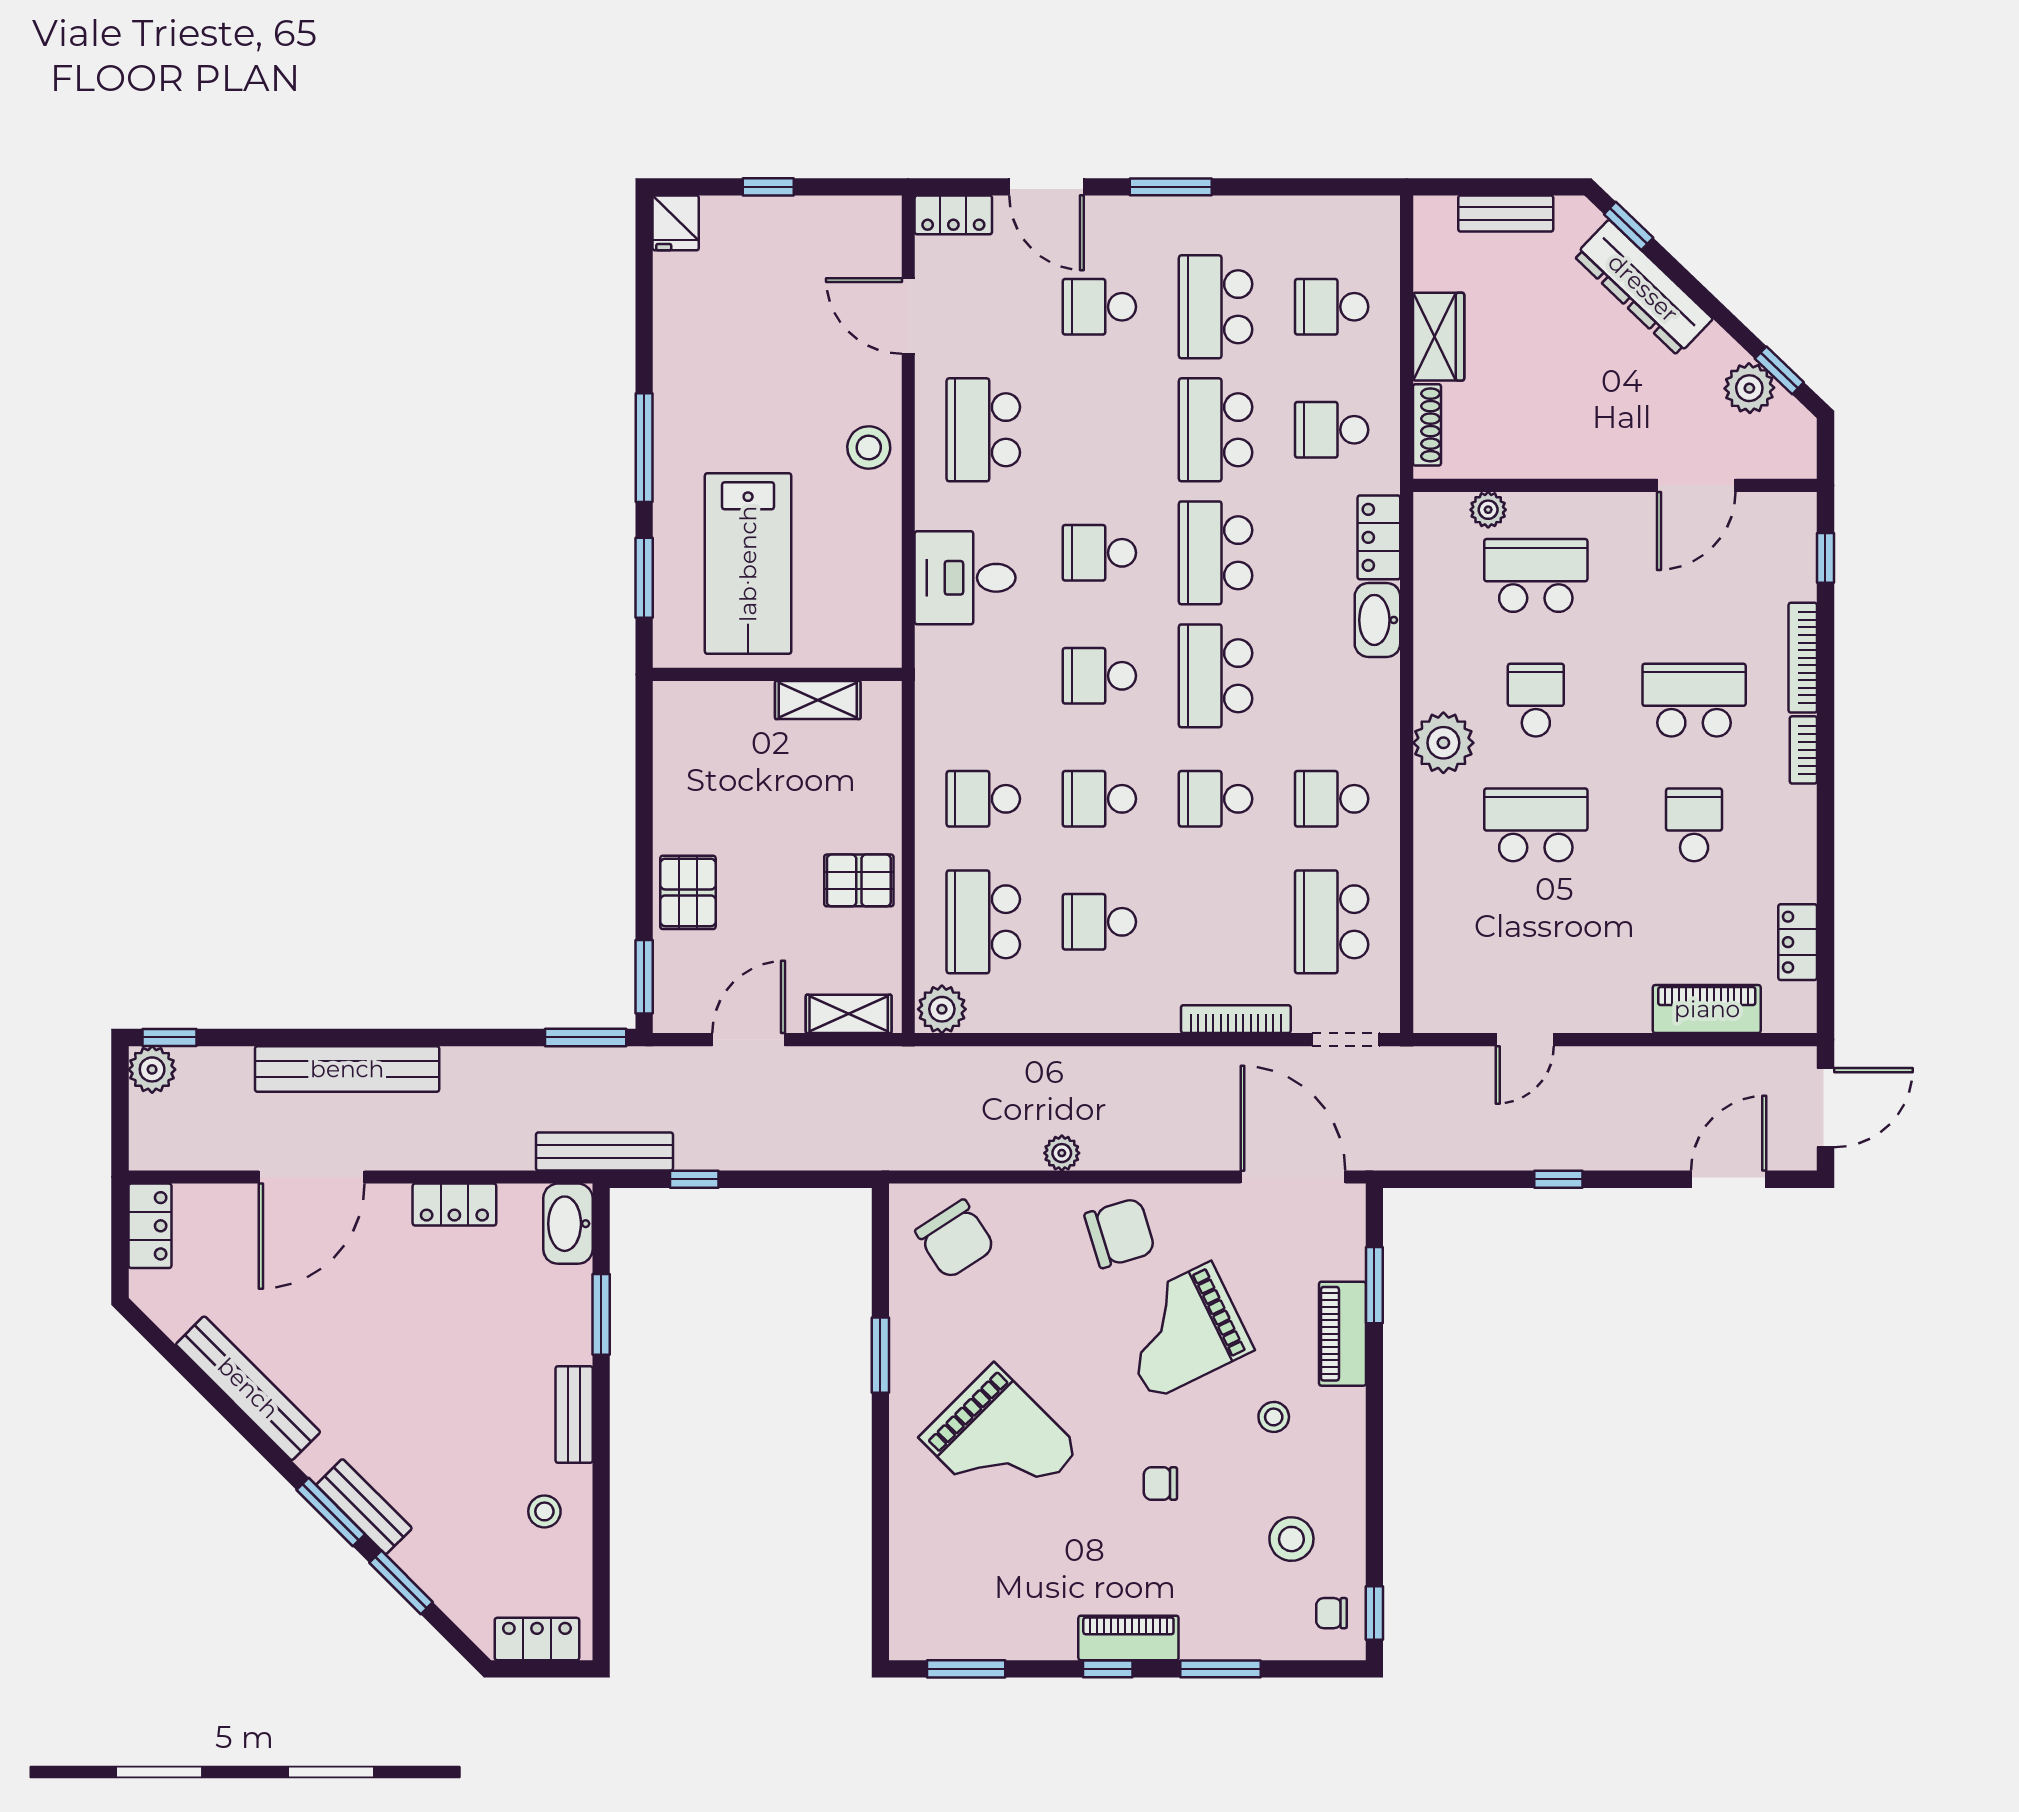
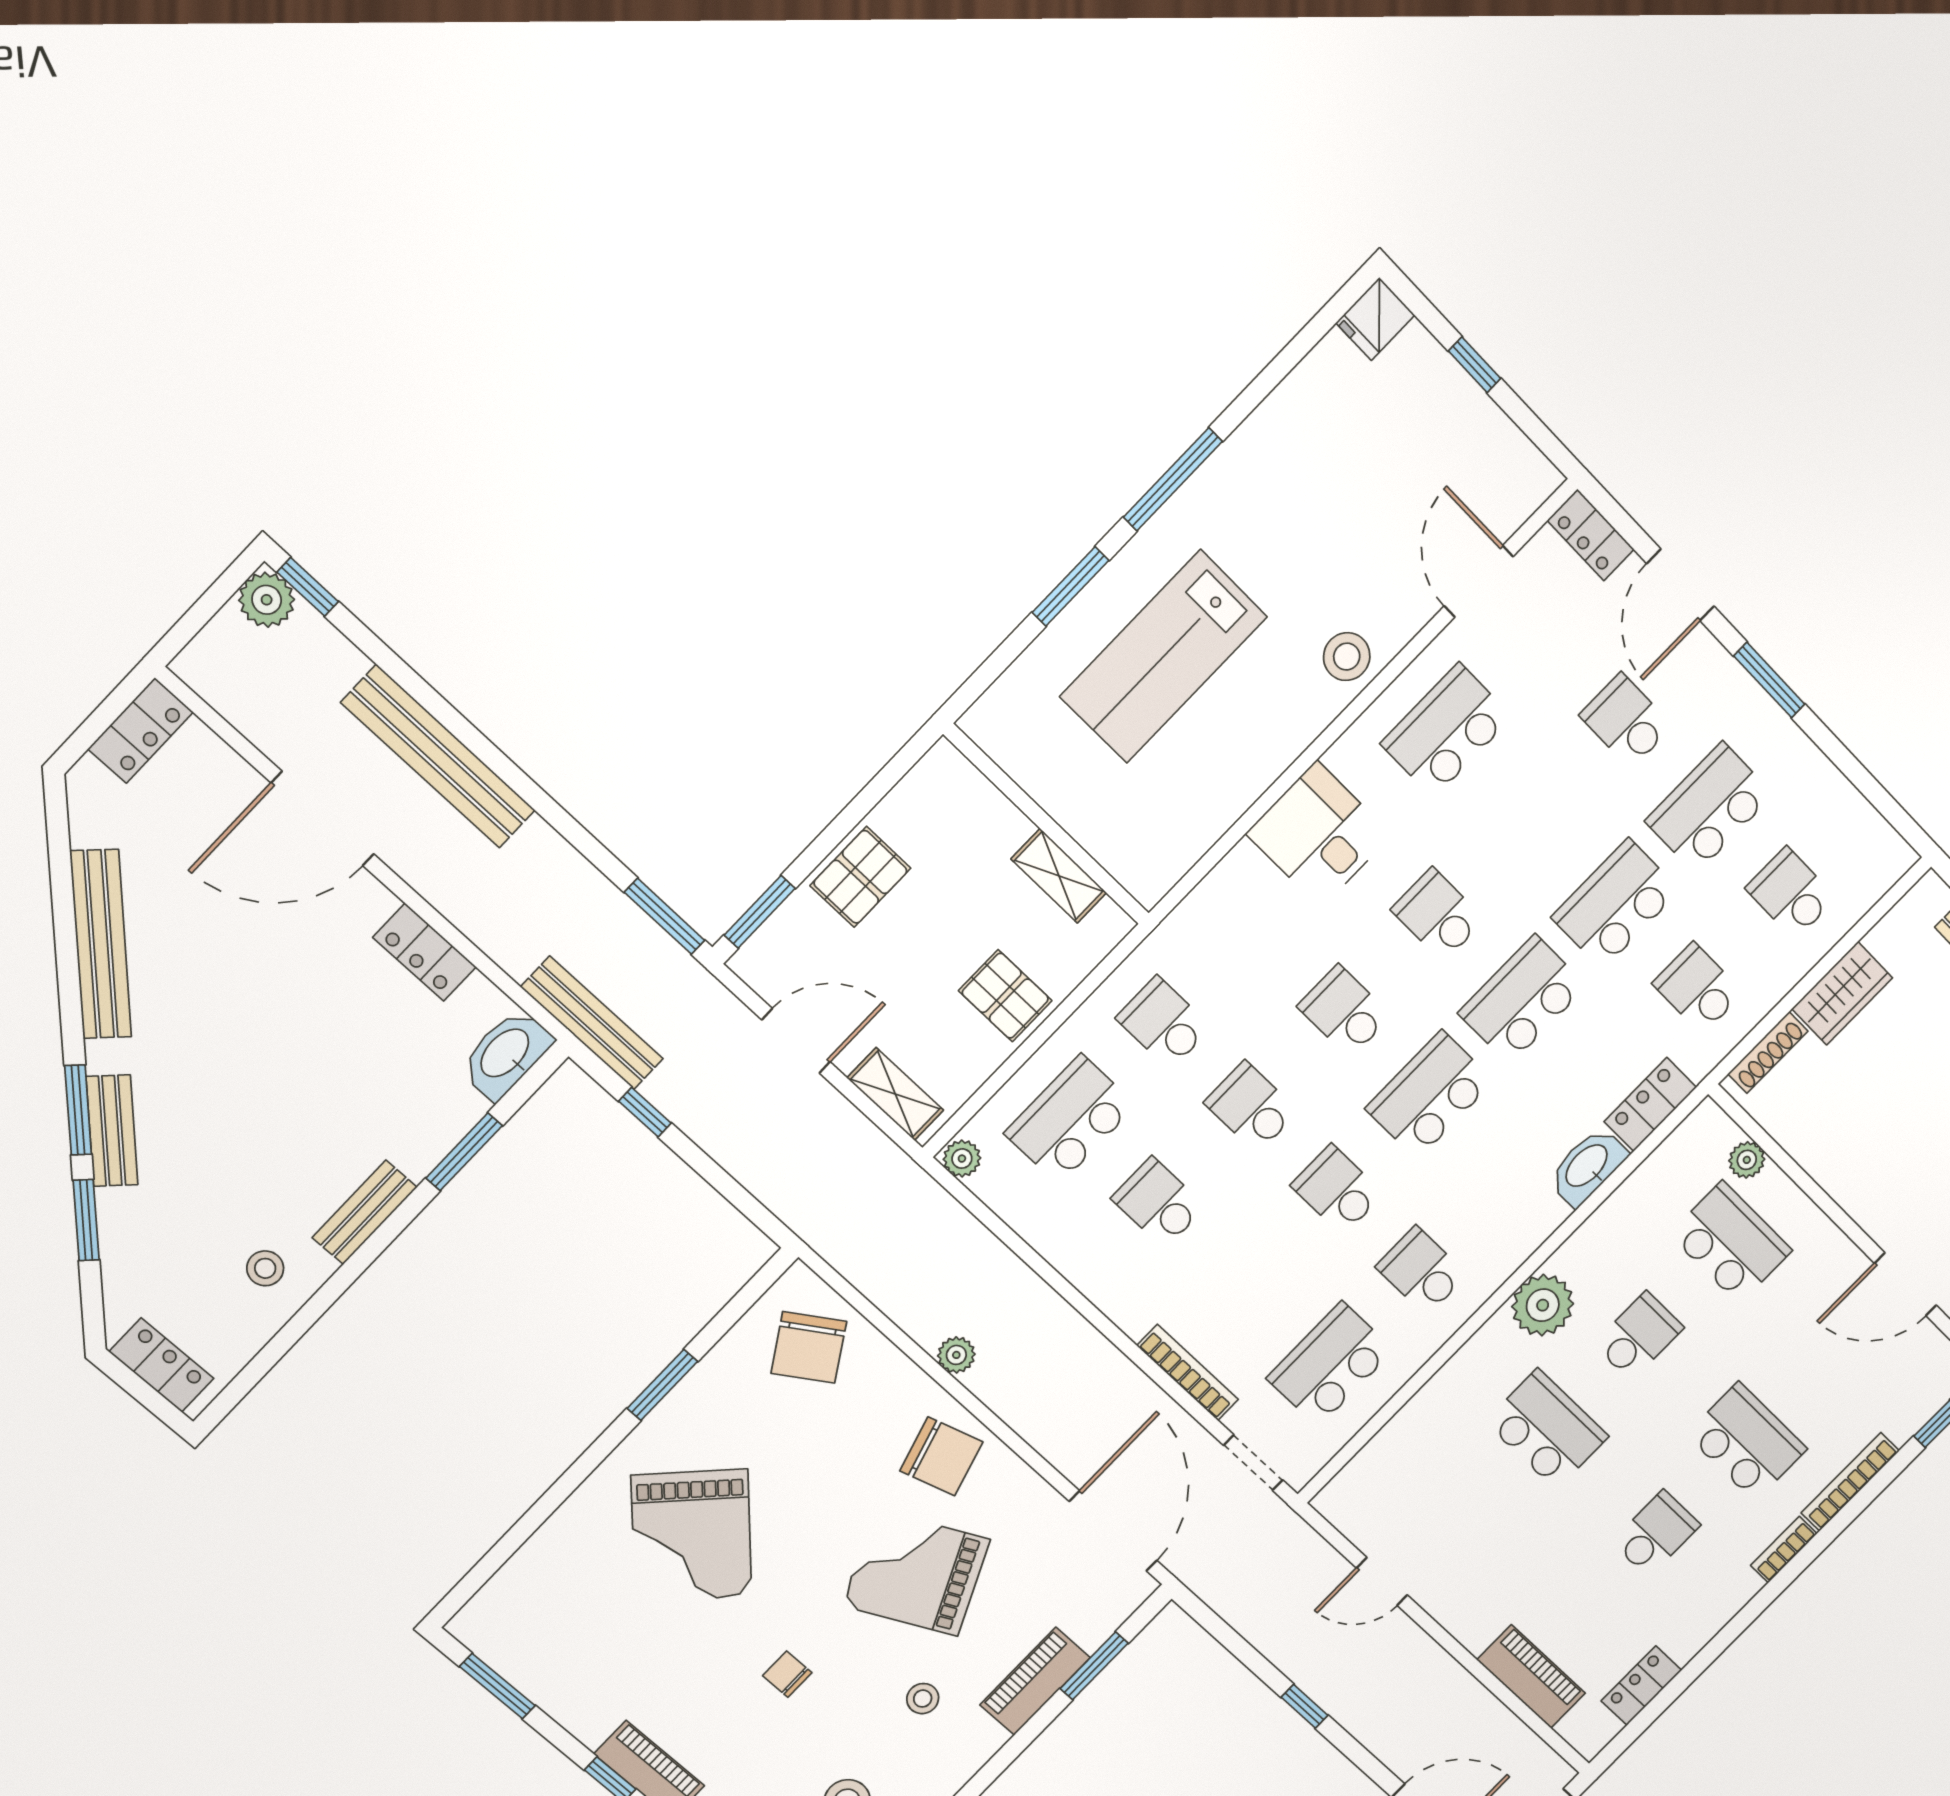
wall: (777, 674) -> (1047, 825), moved
shelving: (818, 700) -> (1059, 876), moved
plant: (942, 1009) -> (962, 1159), width x0.73, depth x0.73

